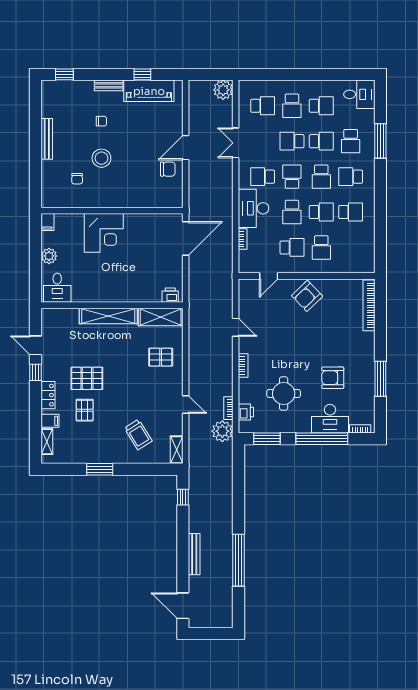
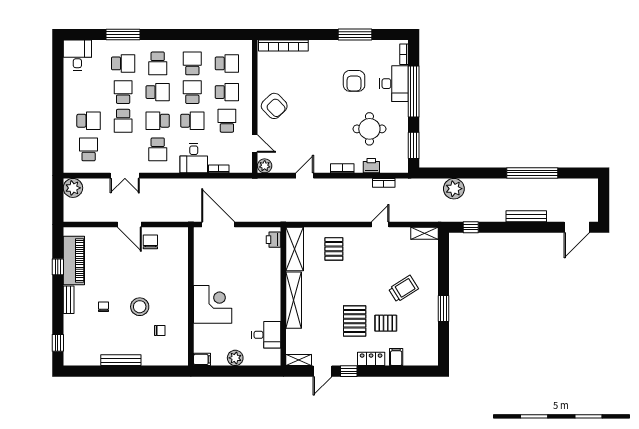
school desk: (321, 106) -> (227, 63), moved, turned 90
desk: (254, 208) -> (194, 158), width x0.73
plant: (246, 286) -> (265, 166), added
desk: (57, 288) -> (266, 335), moved
printer: (246, 412) -> (371, 166), moved
plant: (222, 431) -> (454, 189), moved
trolley: (138, 435) -> (404, 289), moved
shelving: (47, 442) -> (299, 360), moved

